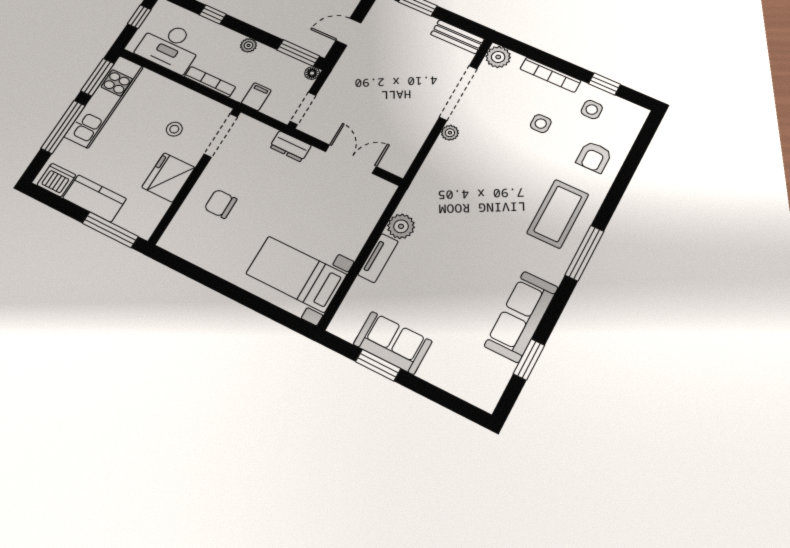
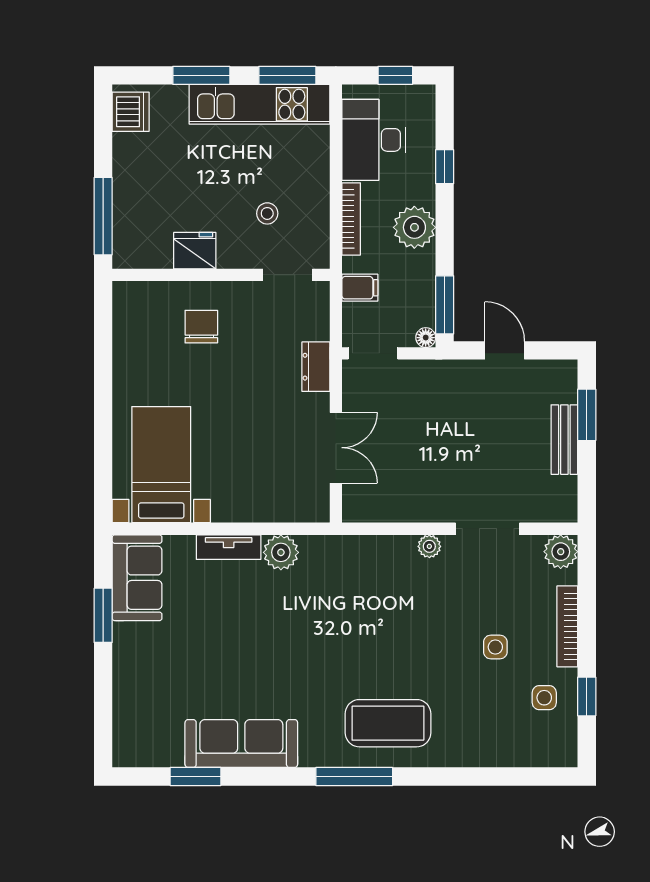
bench: (457, 37) -> (564, 440), moved
plant: (249, 45) -> (414, 227), width x1.87, depth x1.87
doorway: (458, 93) -> (487, 529), width x0.73
window: (63, 127) -> (201, 75), width x0.69
doorway: (221, 135) -> (288, 275), width x0.73
armchair: (594, 157) -> (482, 730), removed
fridge: (168, 177) -> (195, 251), width x0.73, depth x0.75
kitchen counter: (95, 198) -> (132, 173), removed
sofa: (393, 343) -> (137, 578), moved

